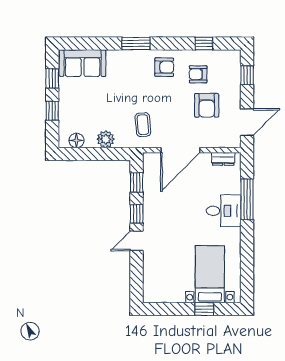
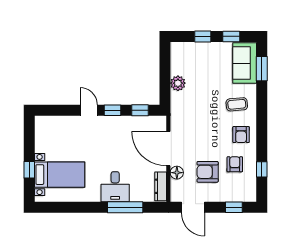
window: (136, 44) -> (262, 69), moved
coffee table: (143, 125) -> (237, 104), moved
floor lamp: (76, 140) -> (177, 173), moved
dresser: (223, 159) -> (161, 186), width x1.44

